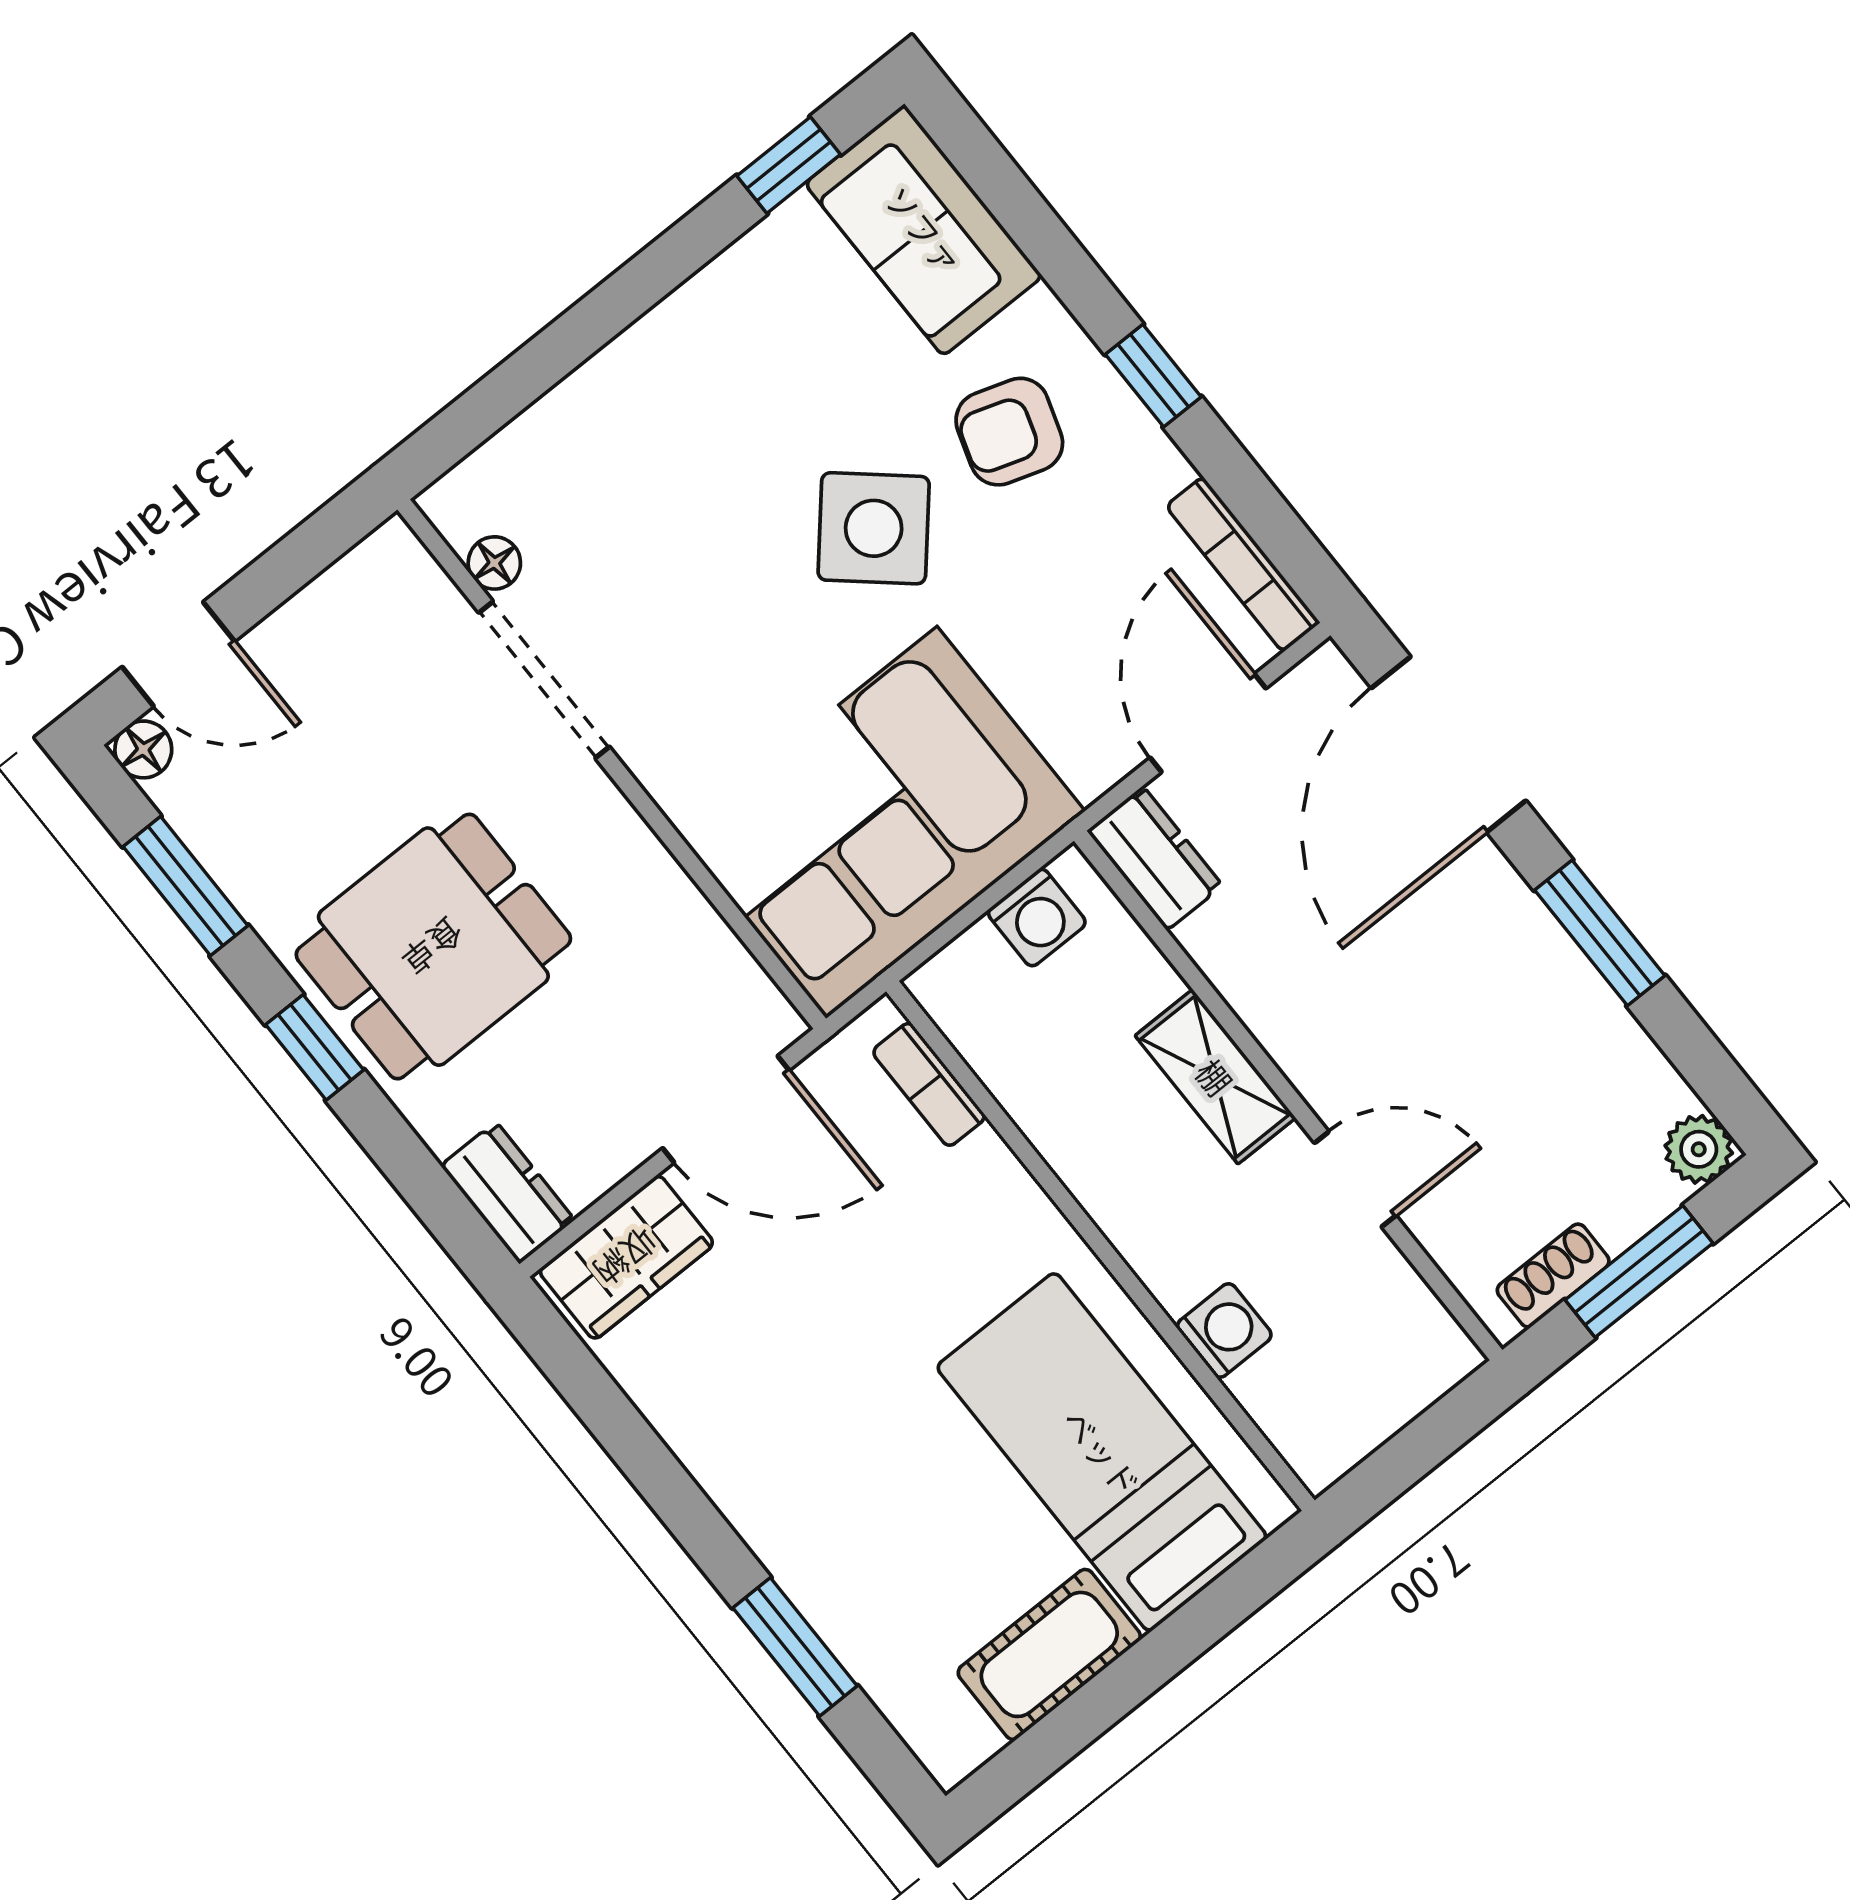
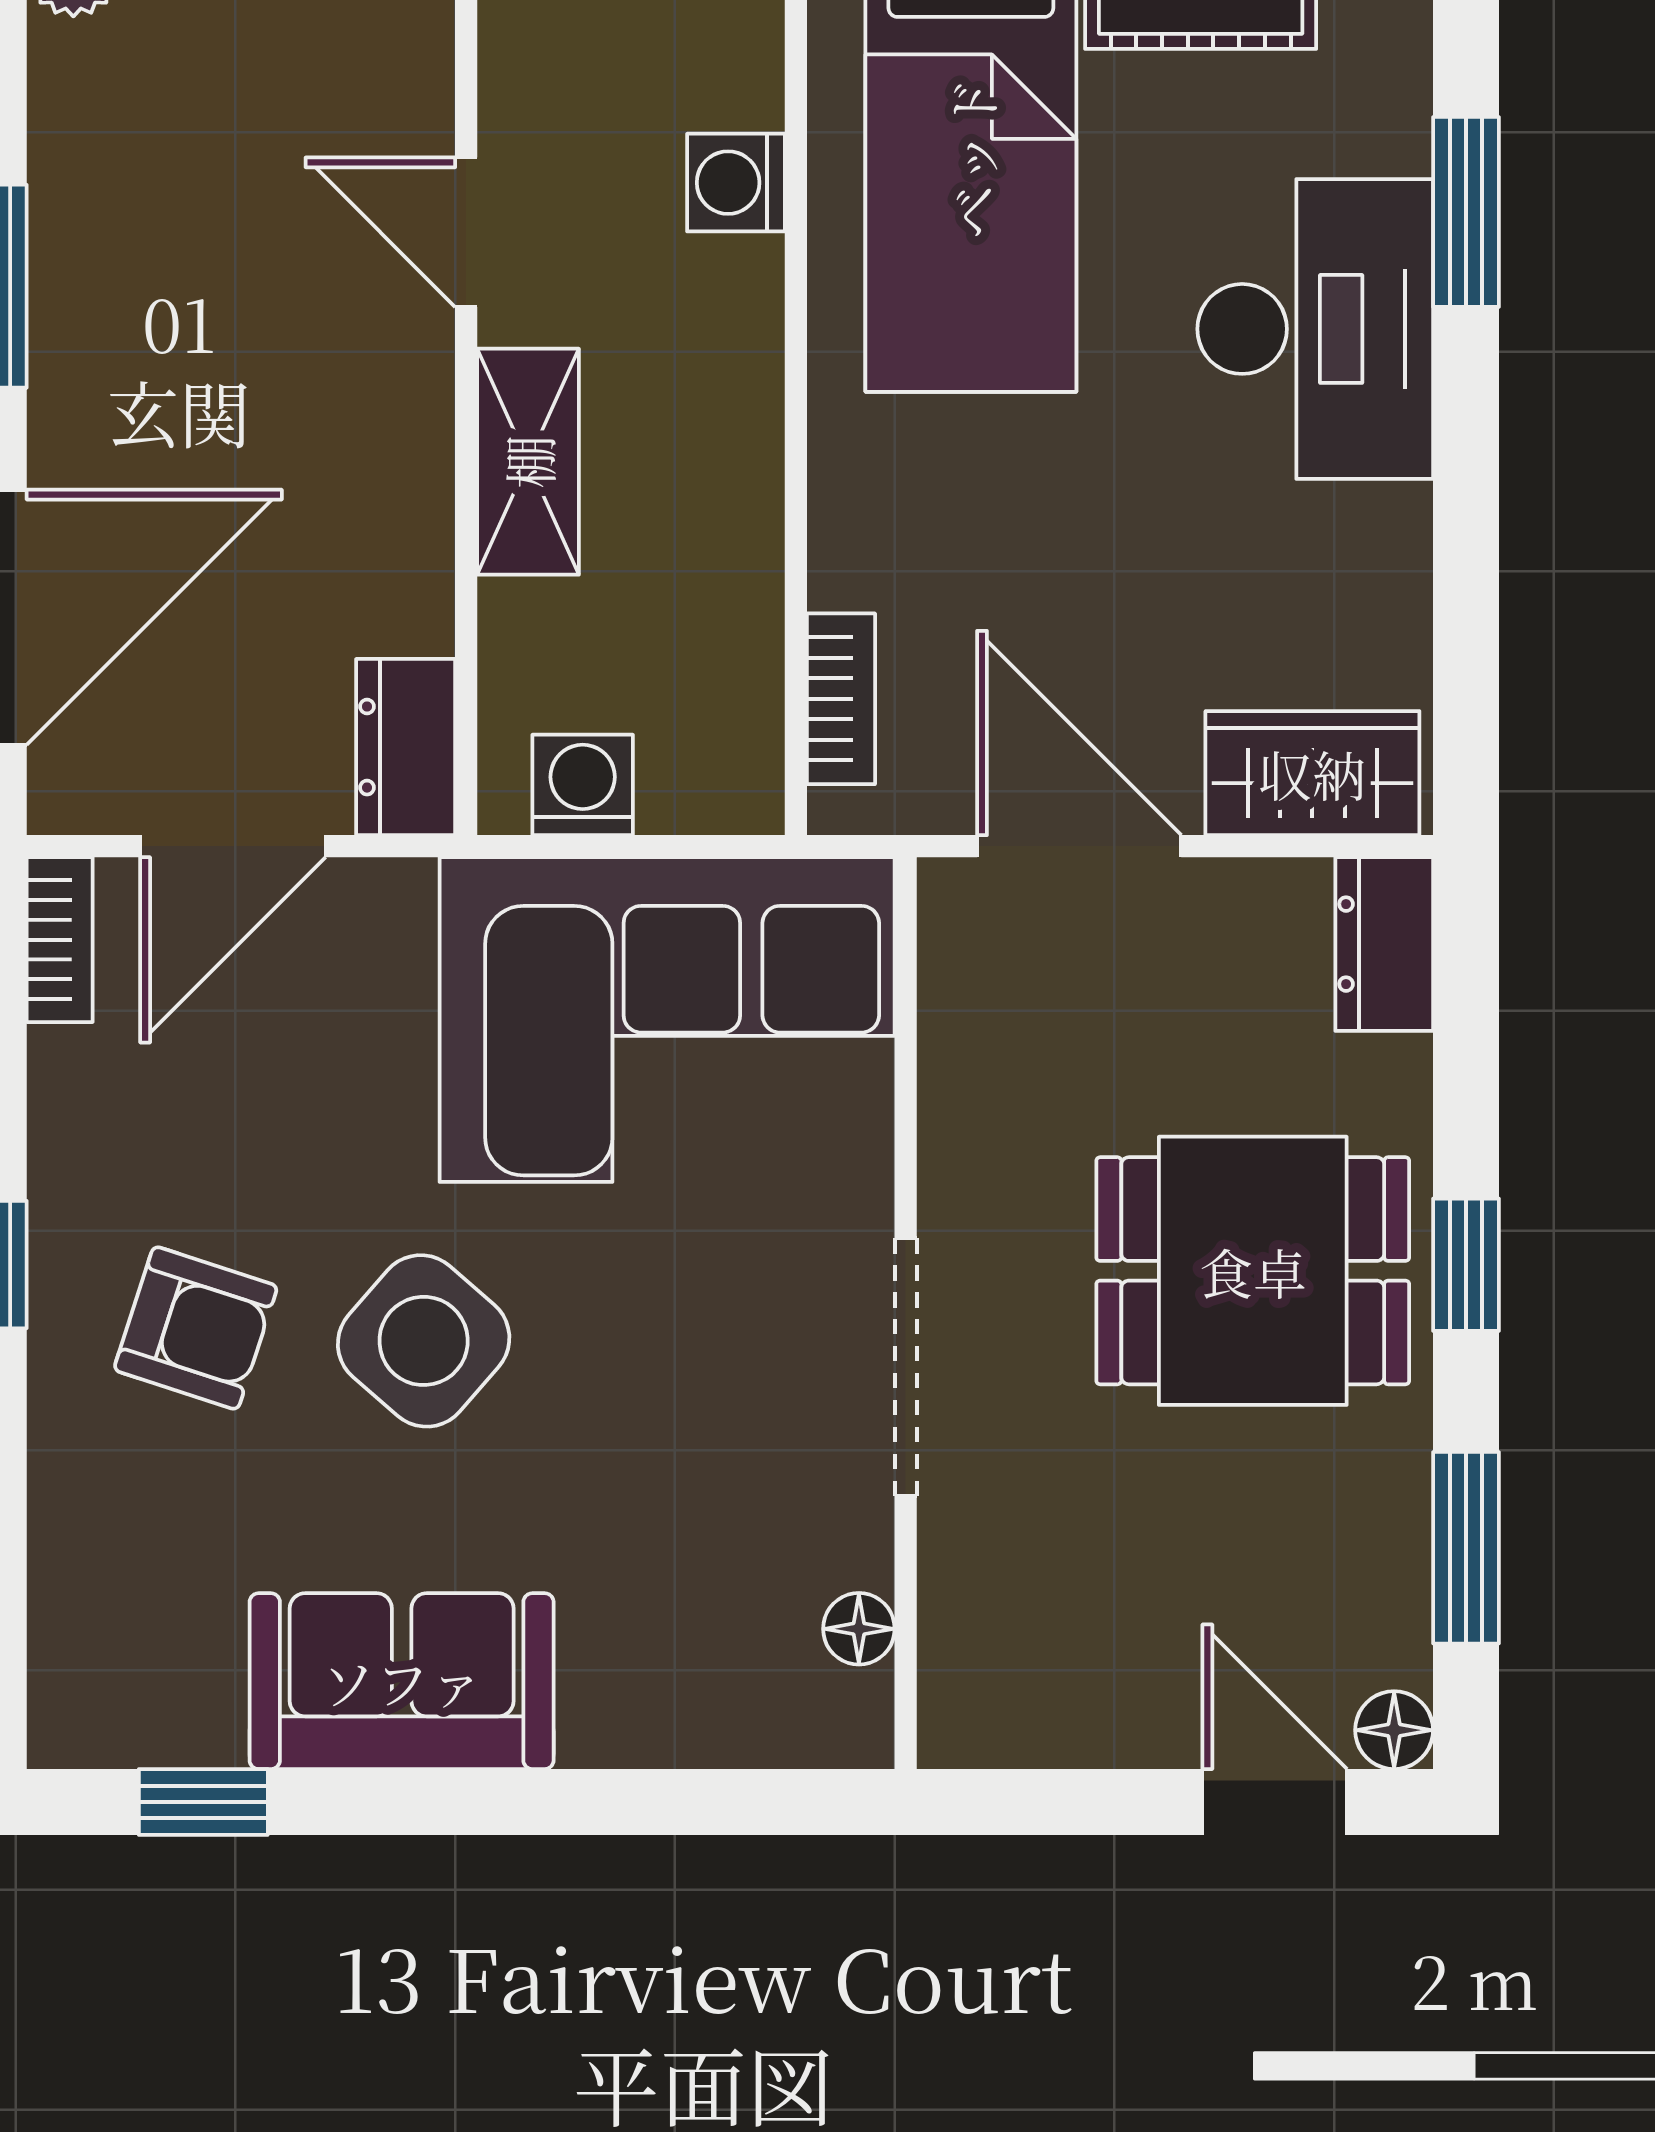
sofa: (924, 230) -> (402, 1681), moved, turned -90
bookcase: (1243, 564) -> (60, 940), width x0.64
doorway: (544, 680) -> (906, 1367), moved
desk: (828, 1511) -> (1315, 329), added

